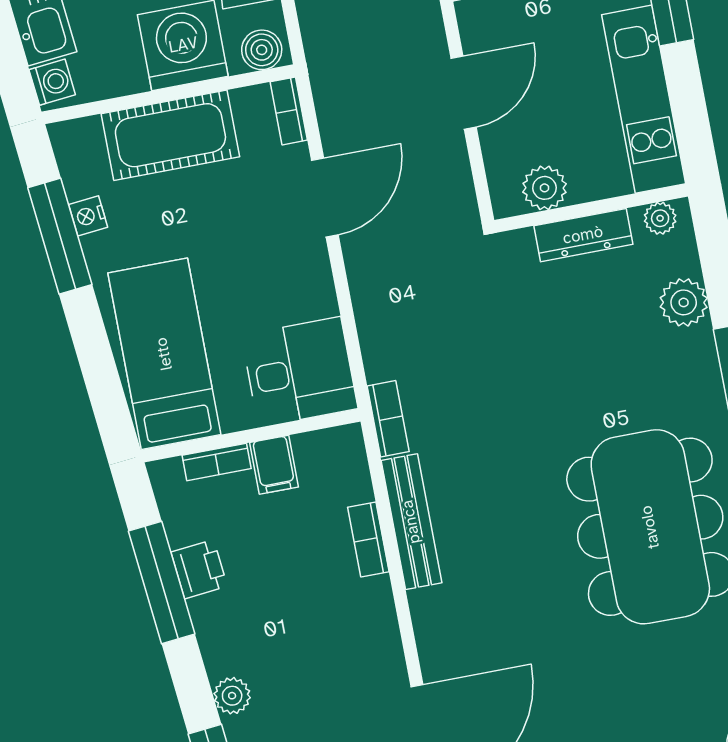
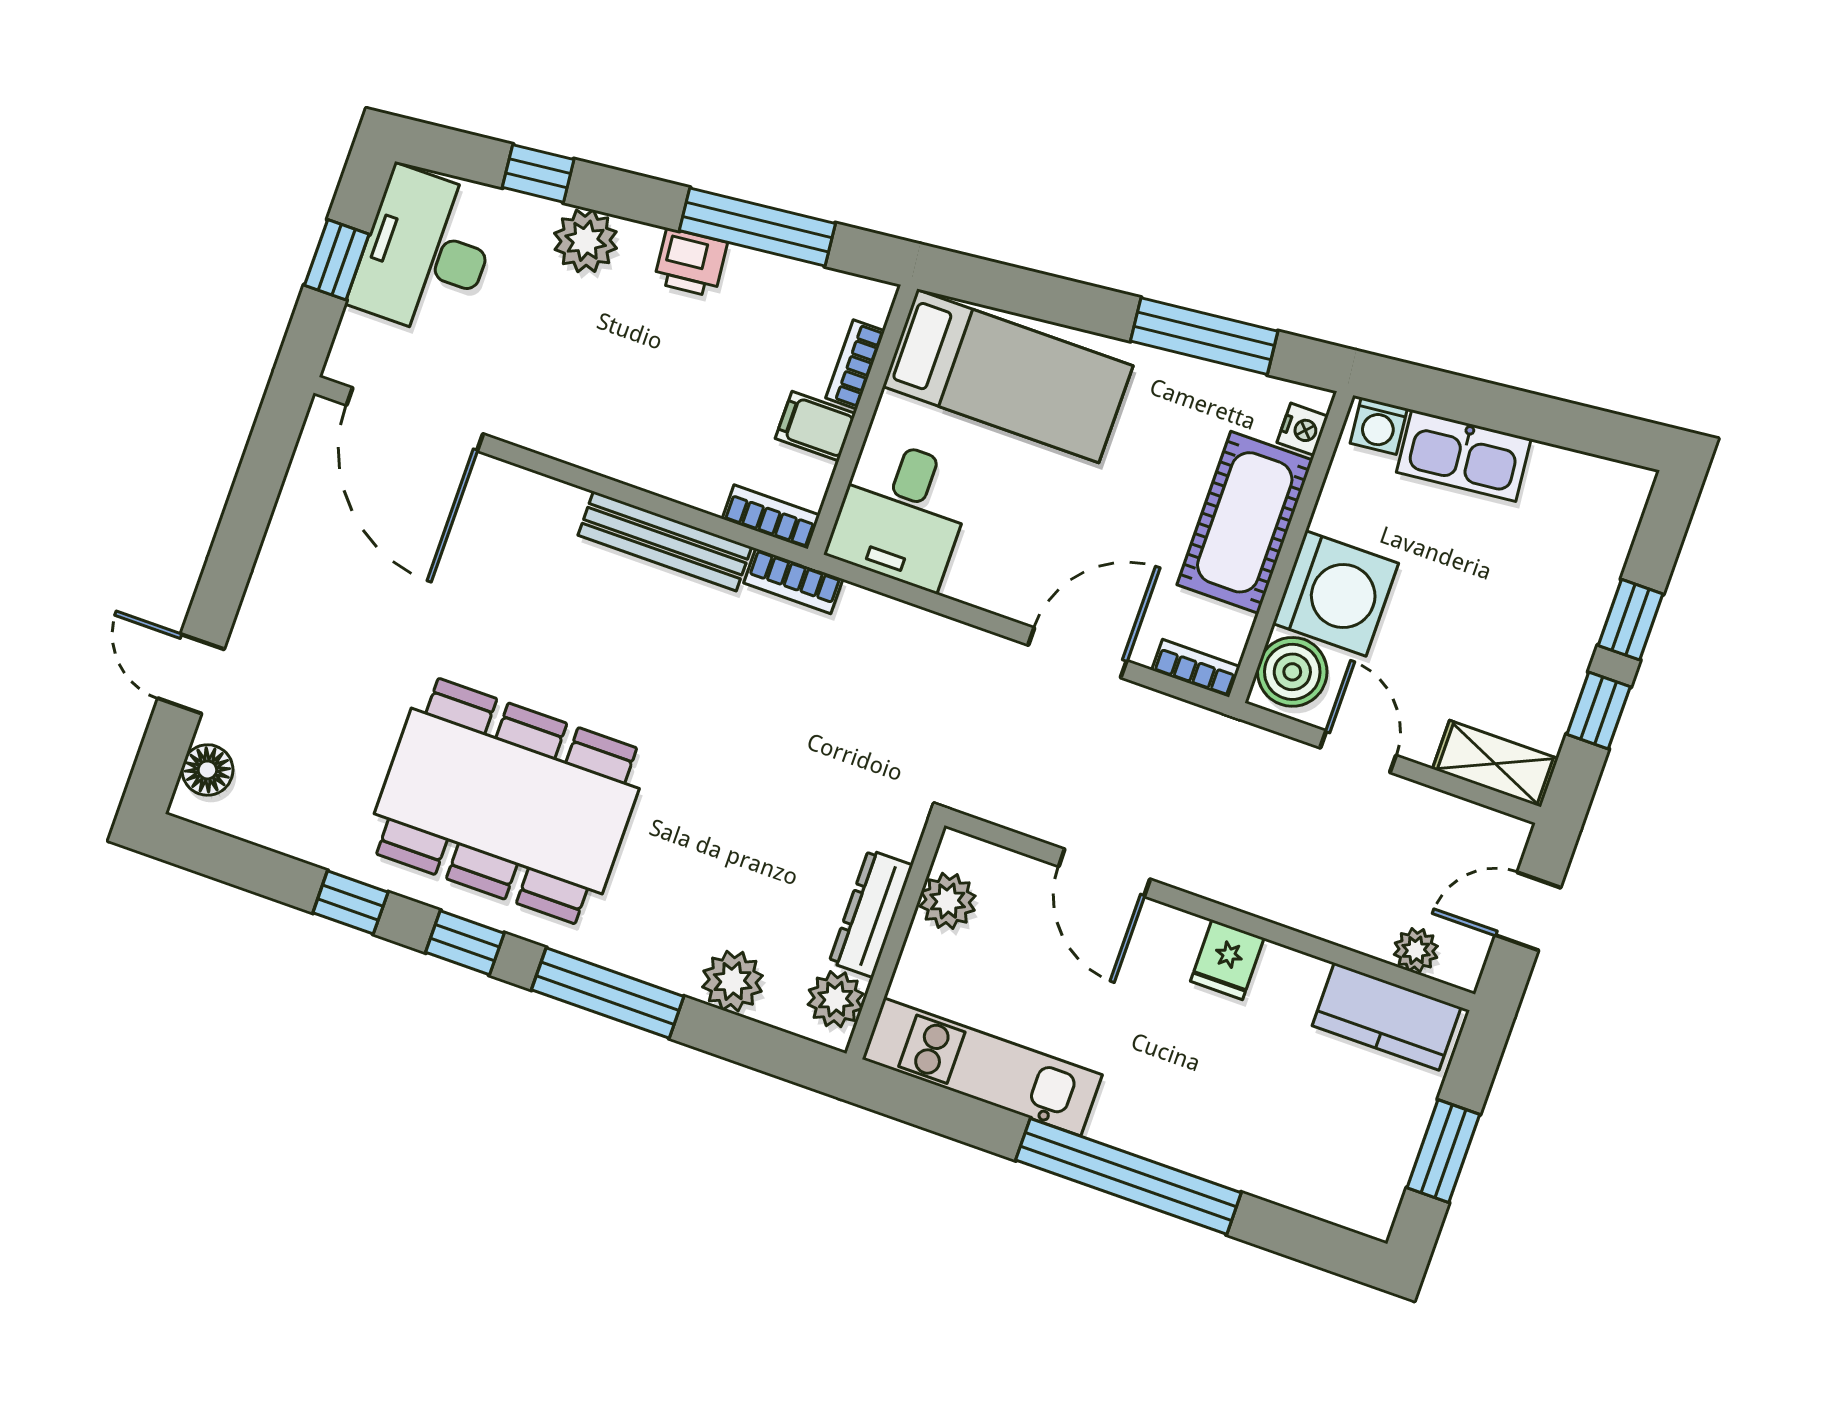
boiler: (262, 50) -> (1292, 672), width x1.36, depth x1.36
door: (325, 197) -> (1077, 653), swing flipped
nightstand: (88, 216) -> (1302, 429), moved, turned 96
plant: (660, 218) -> (836, 999), width x1.38, depth x1.38
bookcase: (368, 539) -> (771, 517), moved
printer: (199, 569) -> (690, 263), moved
plant: (232, 696) -> (586, 241), width x1.38, depth x1.38

